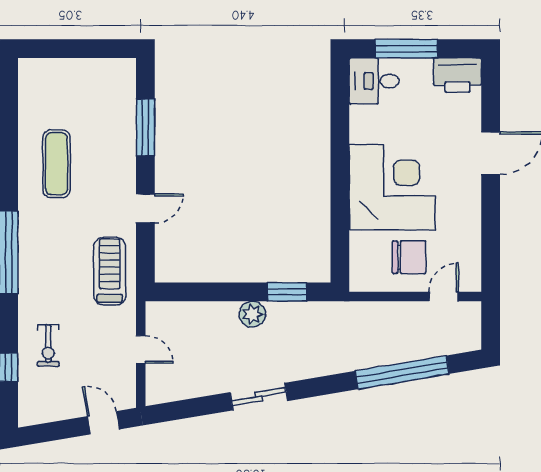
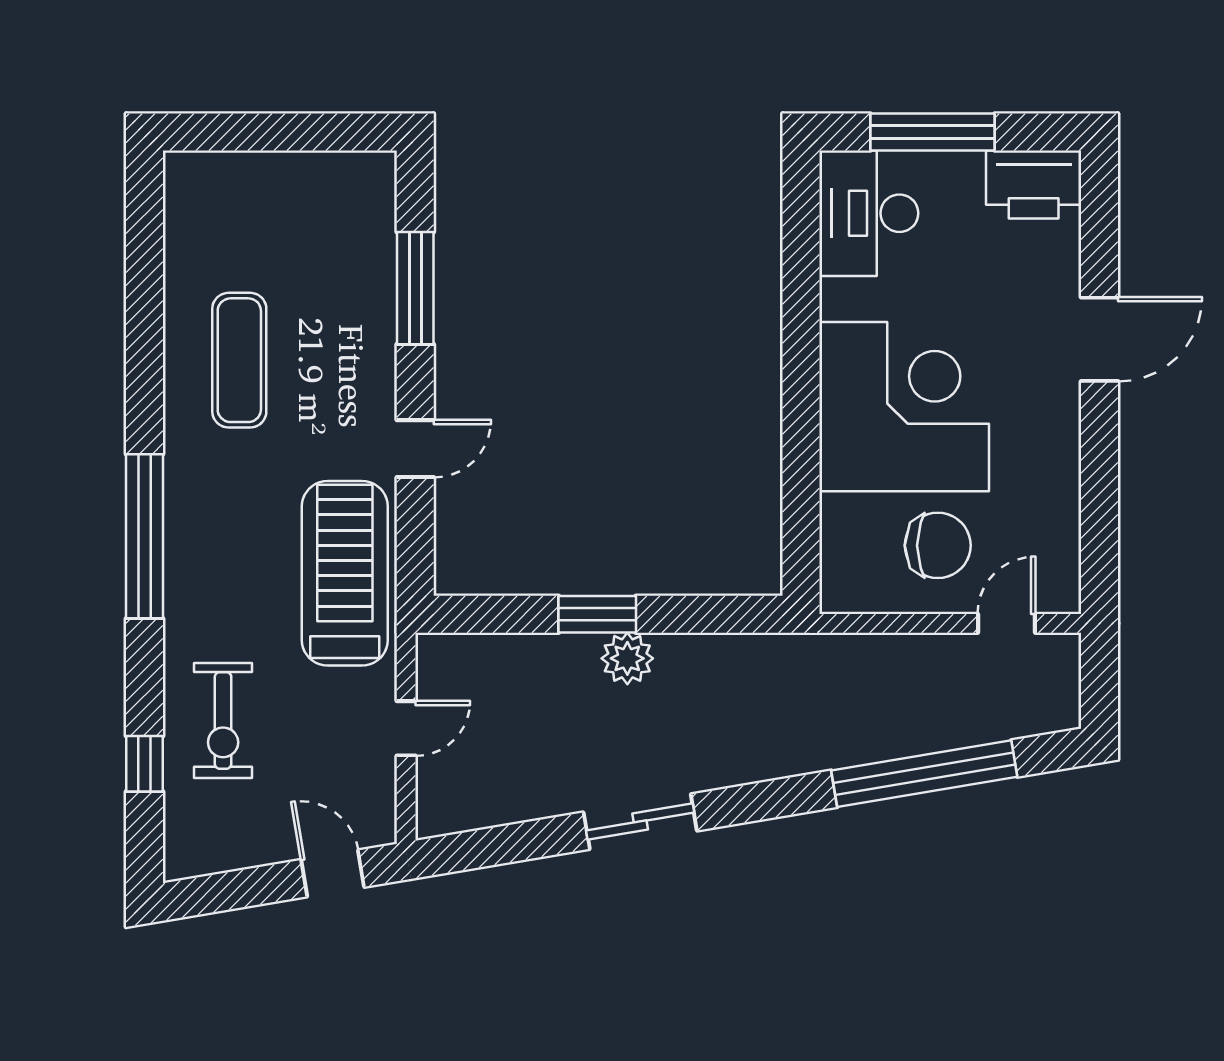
desk: (374, 81) -> (869, 213), width x1.37
treadmill: (110, 271) -> (345, 573), width x1.37, depth x1.38
window: (287, 292) -> (597, 614), moved
exercise bike: (48, 346) -> (223, 720), width x1.38, depth x1.39
door: (141, 350) -> (406, 728), hinge flipped

